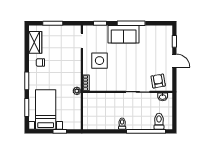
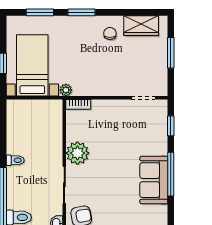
sofa: (124, 34) -> (154, 180), moved
side table: (100, 61) -> (113, 125), removed
plant: (117, 83) -> (77, 153), added
bed with nightstands: (46, 109) -> (32, 65), moved, turned -90

